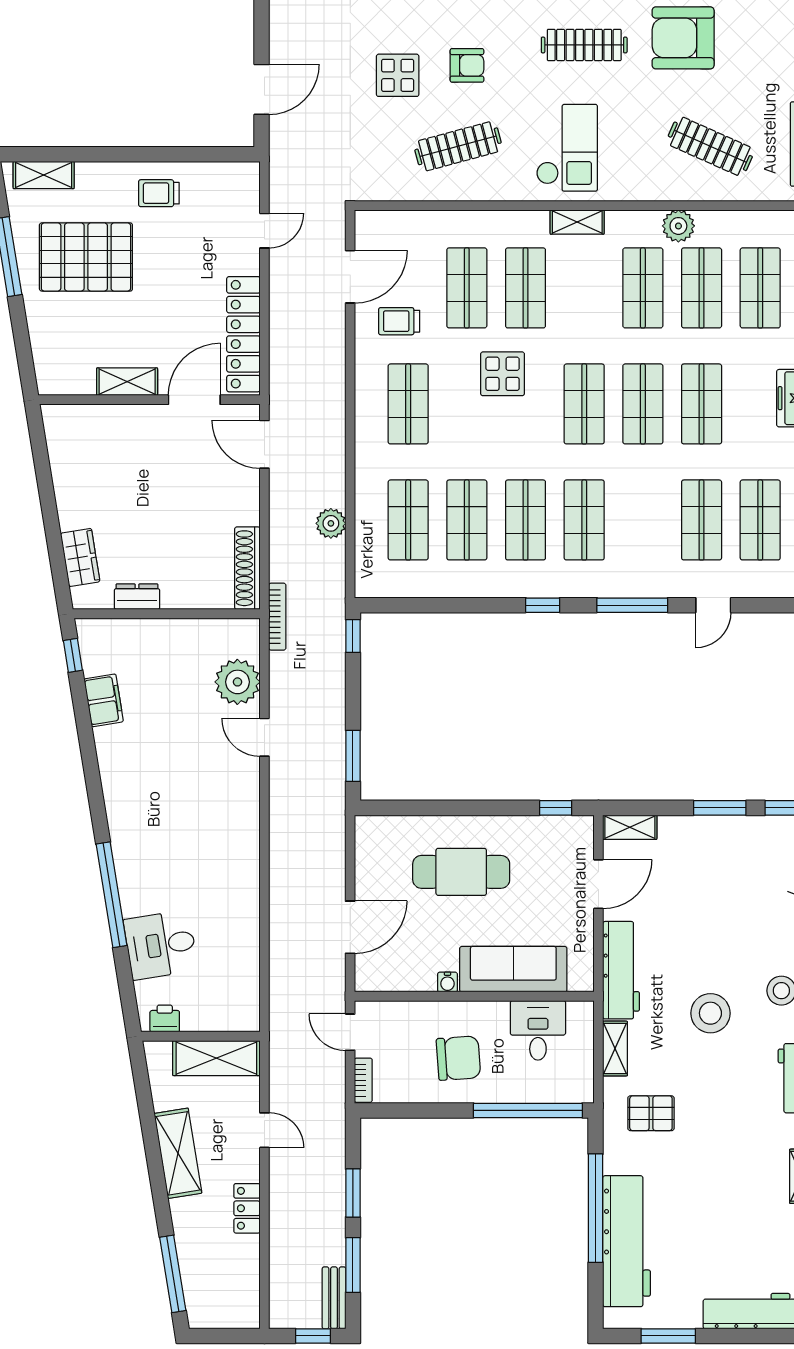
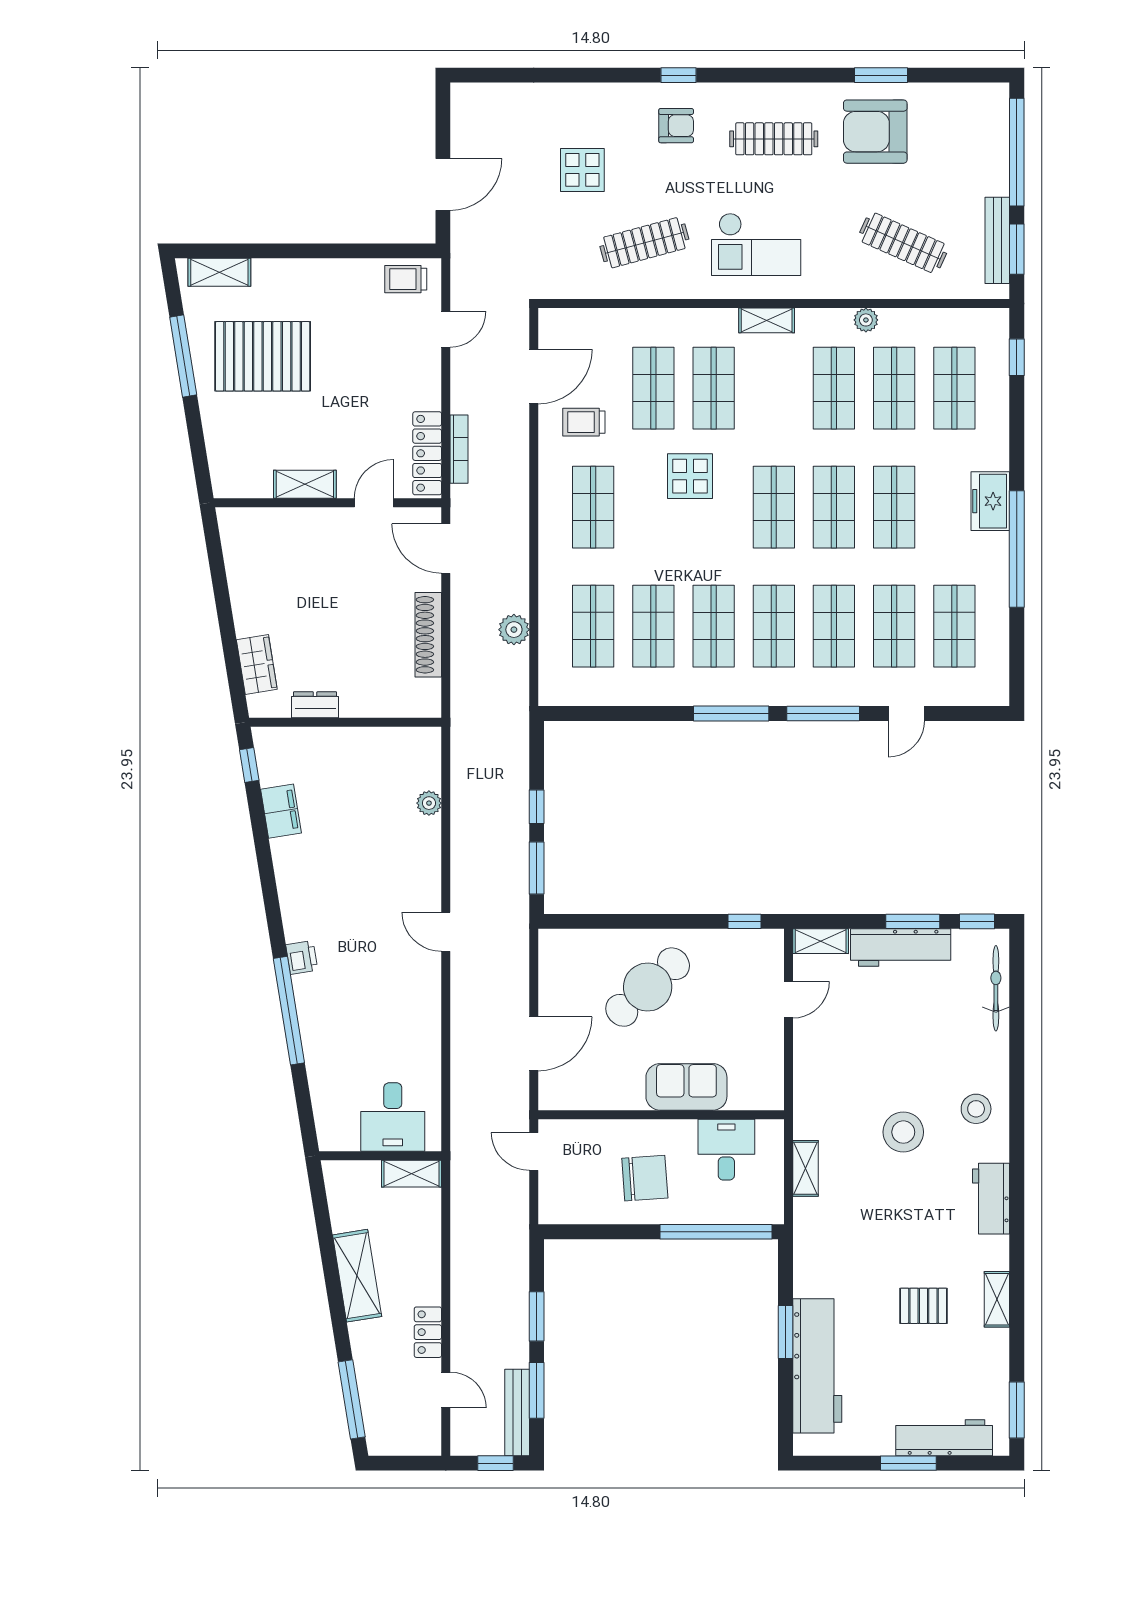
armchair: (467, 65) -> (676, 126), moved
checkout: (567, 148) -> (756, 244), turned 90
trolley: (159, 193) -> (406, 279), moved
plant: (678, 226) -> (866, 320), width x0.73, depth x0.73
locker: (243, 334) -> (427, 453), width x0.71, depth x0.83
door: (194, 400) -> (374, 503), width x0.73
shop shelf: (643, 520) -> (834, 626), added
shoe rack: (247, 568) -> (428, 635), moved
window: (543, 605) -> (731, 713), width x2.17
bookcase: (277, 617) -> (459, 449), moved
window: (353, 636) -> (537, 807), moved
plant: (237, 682) -> (429, 803), width x0.53, depth x0.53
door: (264, 737) -> (446, 932), moved
cafe table: (461, 872) -> (648, 987), turned -42
door: (598, 884) -> (788, 1000), width x0.73
desk: (161, 945) -> (393, 1117), moved, turned -81
sofa: (513, 969) -> (686, 1087), width x0.73
workbench: (621, 970) -> (901, 947), moved, turned 90
water cooler: (447, 982) -> (634, 1100), removed
printer: (165, 1019) -> (302, 957), moved, turned 81
shelving: (216, 1058) -> (411, 1174), width x0.67, depth x0.75
bookcase: (363, 1080) -> (547, 1201), removed
pallet: (651, 1113) -> (923, 1306), moved
door: (264, 1130) -> (446, 1390), moved
window: (596, 1208) -> (785, 1332), width x0.47
bench: (334, 1298) -> (517, 1412), width x1.36
window: (668, 1336) -> (908, 1463), moved

